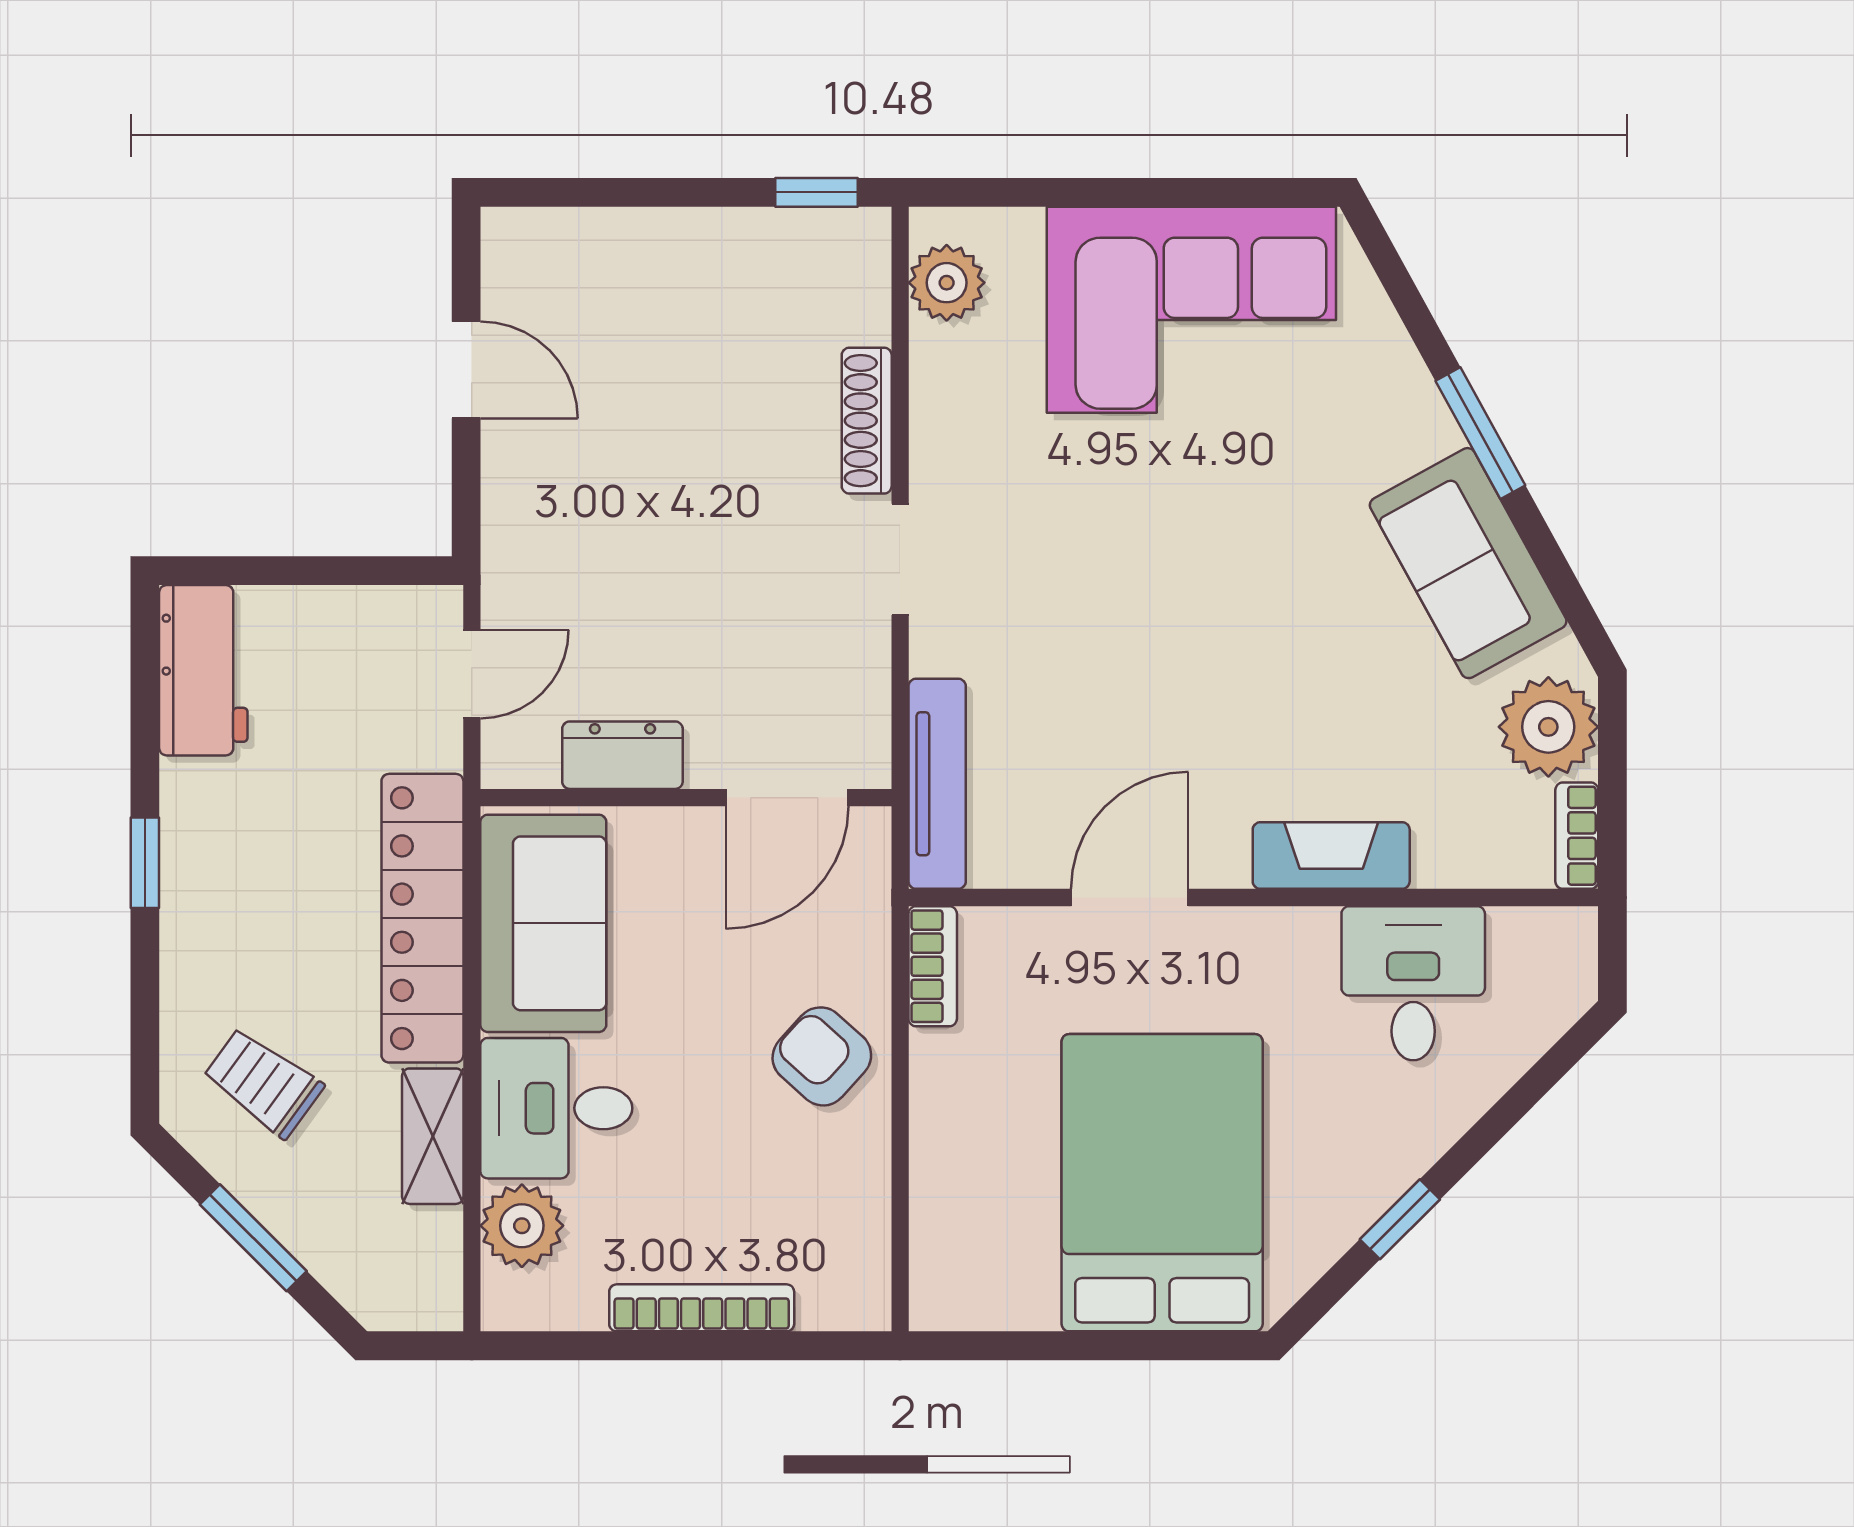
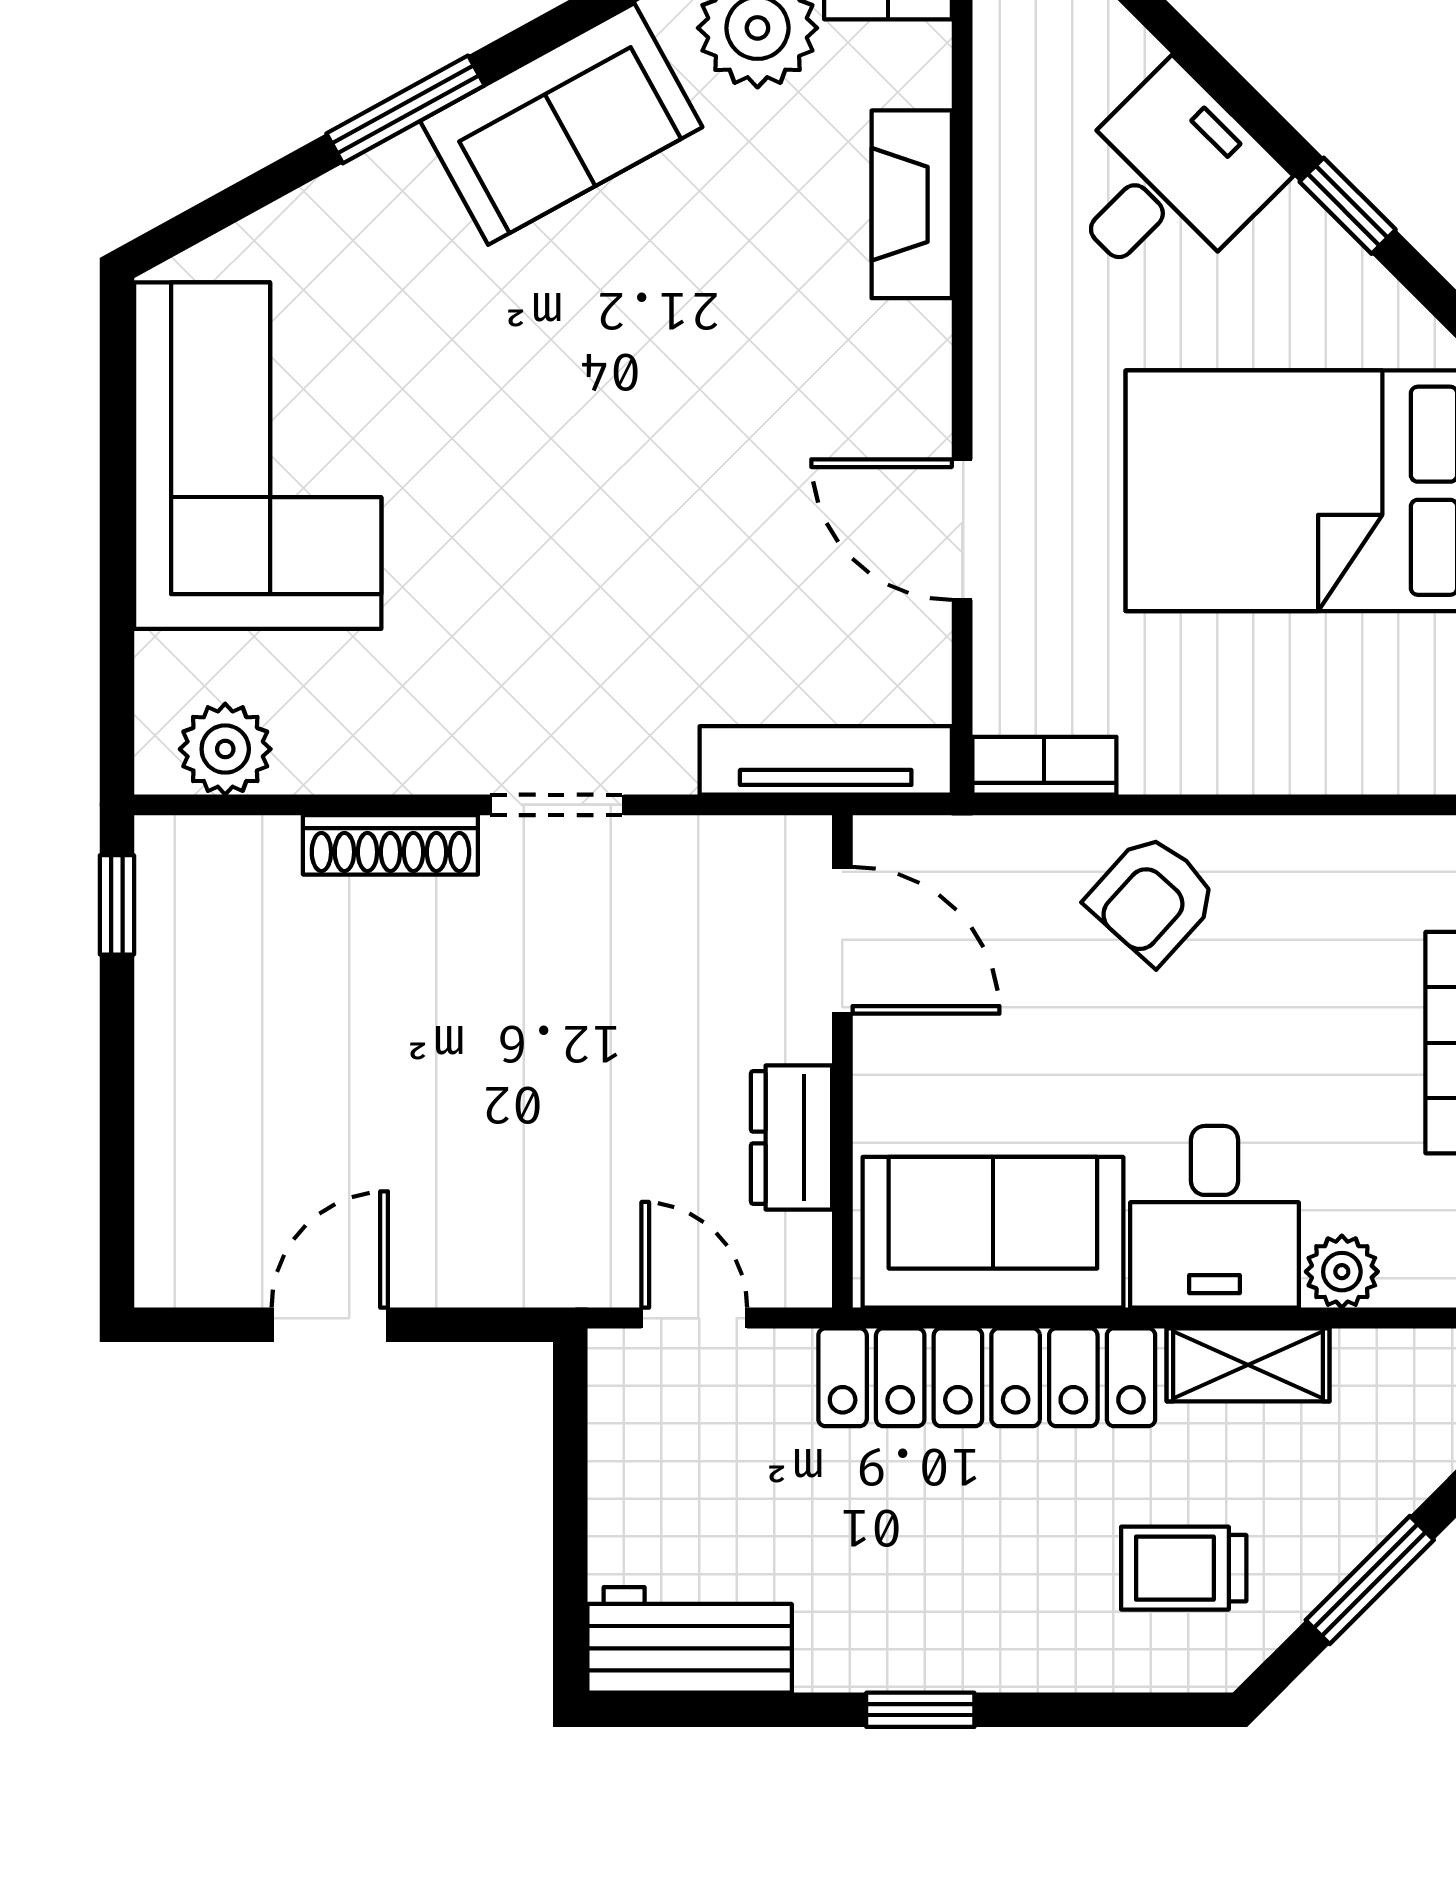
fireplace: (1331, 856) -> (912, 204), moved
desk: (1413, 983) -> (1167, 181), moved, turned 135
trolley: (263, 1082) -> (1184, 1568), turned 54
plant: (522, 1226) -> (1342, 1272), width x0.73, depth x0.73

